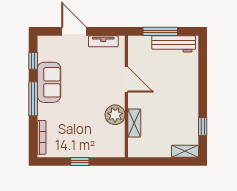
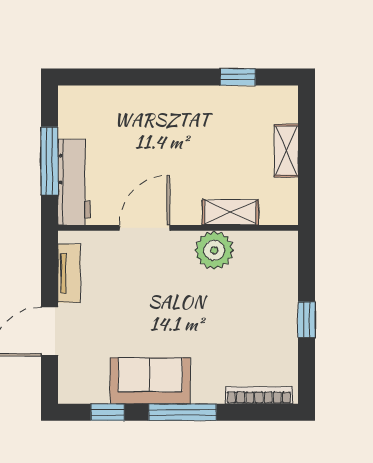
workbench: (174, 44) -> (74, 182), moved
shelving: (185, 151) -> (286, 151), moved

